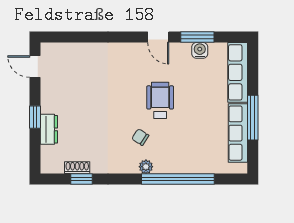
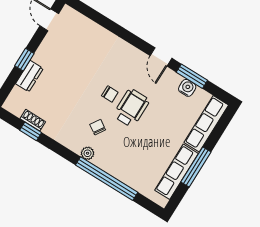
chair: (133, 100) -> (110, 94), added

